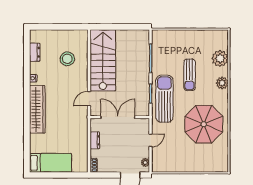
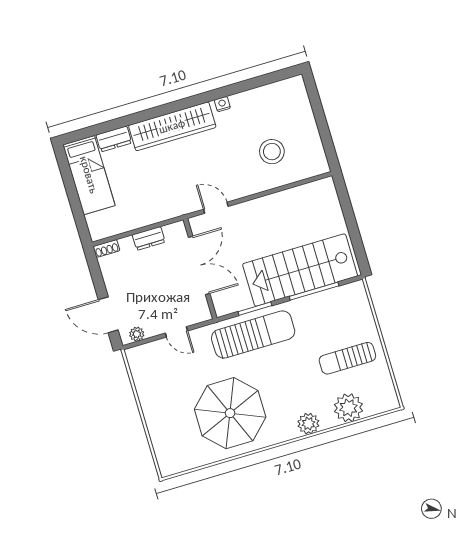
dresser: (35, 52) -> (114, 139), moved
stairs: (103, 60) -> (300, 270), moved, turned 180
sun lounger: (190, 75) -> (347, 358), moved

